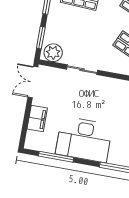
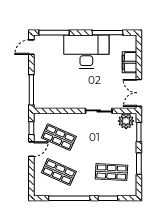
double door: (33, 82) -> (139, 93), swing flipped

